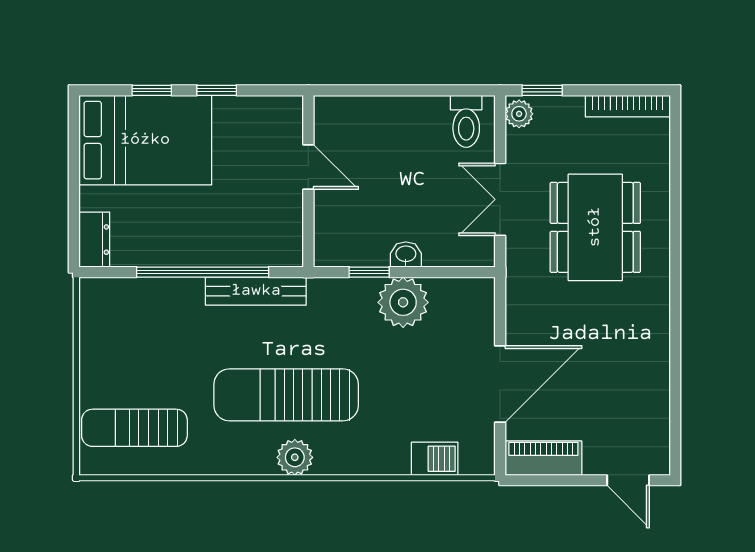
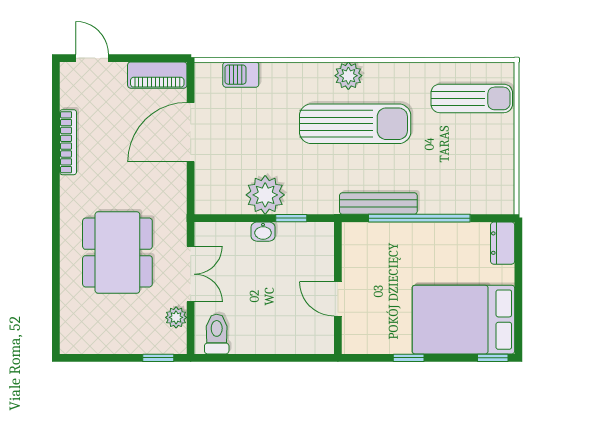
window: (152, 90) -> (493, 358), moved
bookcase: (628, 106) -> (68, 142), moved, turned 90
plant: (519, 114) -> (176, 317), moved

